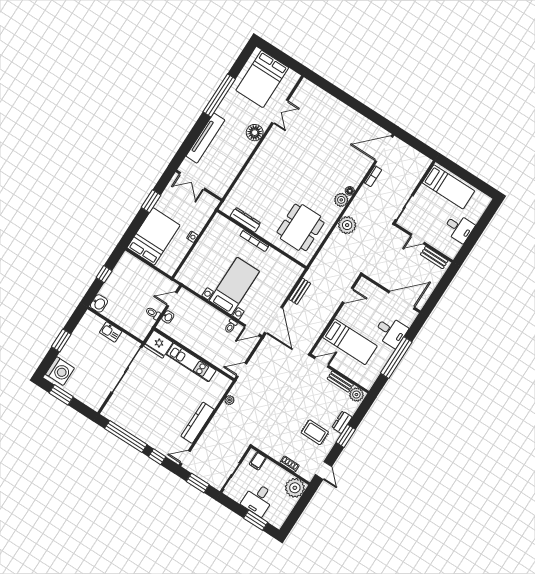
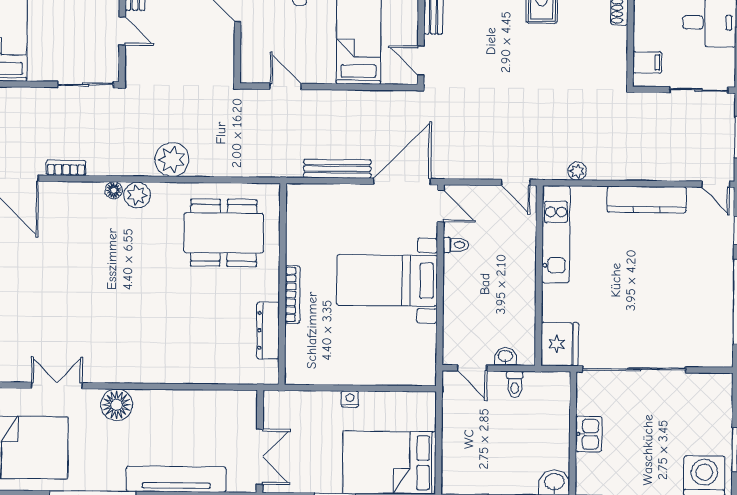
bench: (300, 291) -> (337, 169), width x1.36
kitchen unit: (191, 363) -> (556, 234), moved

